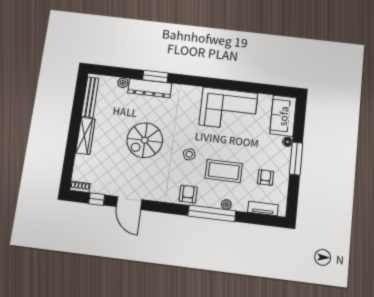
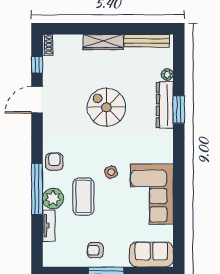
floor lamp: (287, 142) -> (123, 262), removed
side table: (189, 154) -> (111, 172), moved
armchair: (265, 177) -> (95, 250), moved, turned 180
armchair: (188, 194) -> (54, 161), turned -90
plant: (226, 204) -> (53, 198), width x1.87, depth x1.87
tv unit: (263, 208) -> (49, 226), moved

